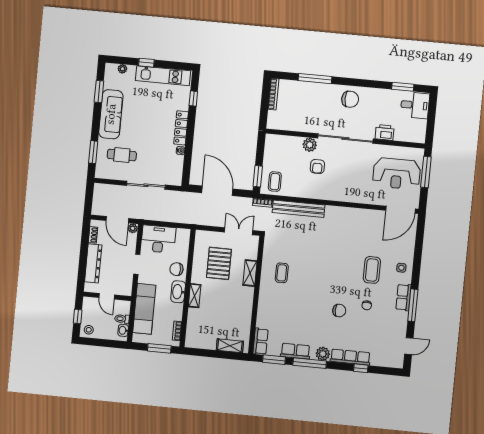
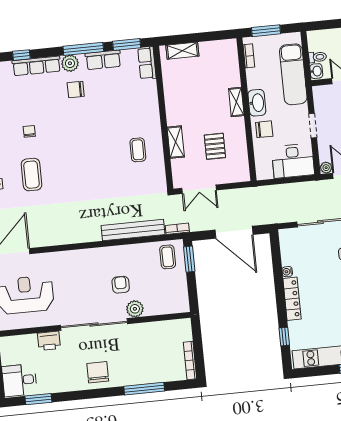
chair: (350, 99) -> (98, 372), turned 90
pallet: (219, 263) -> (215, 146), width x0.67, depth x0.71
chair: (339, 311) -> (76, 90), moved
washbasin: (123, 330) -> (316, 71), moved

